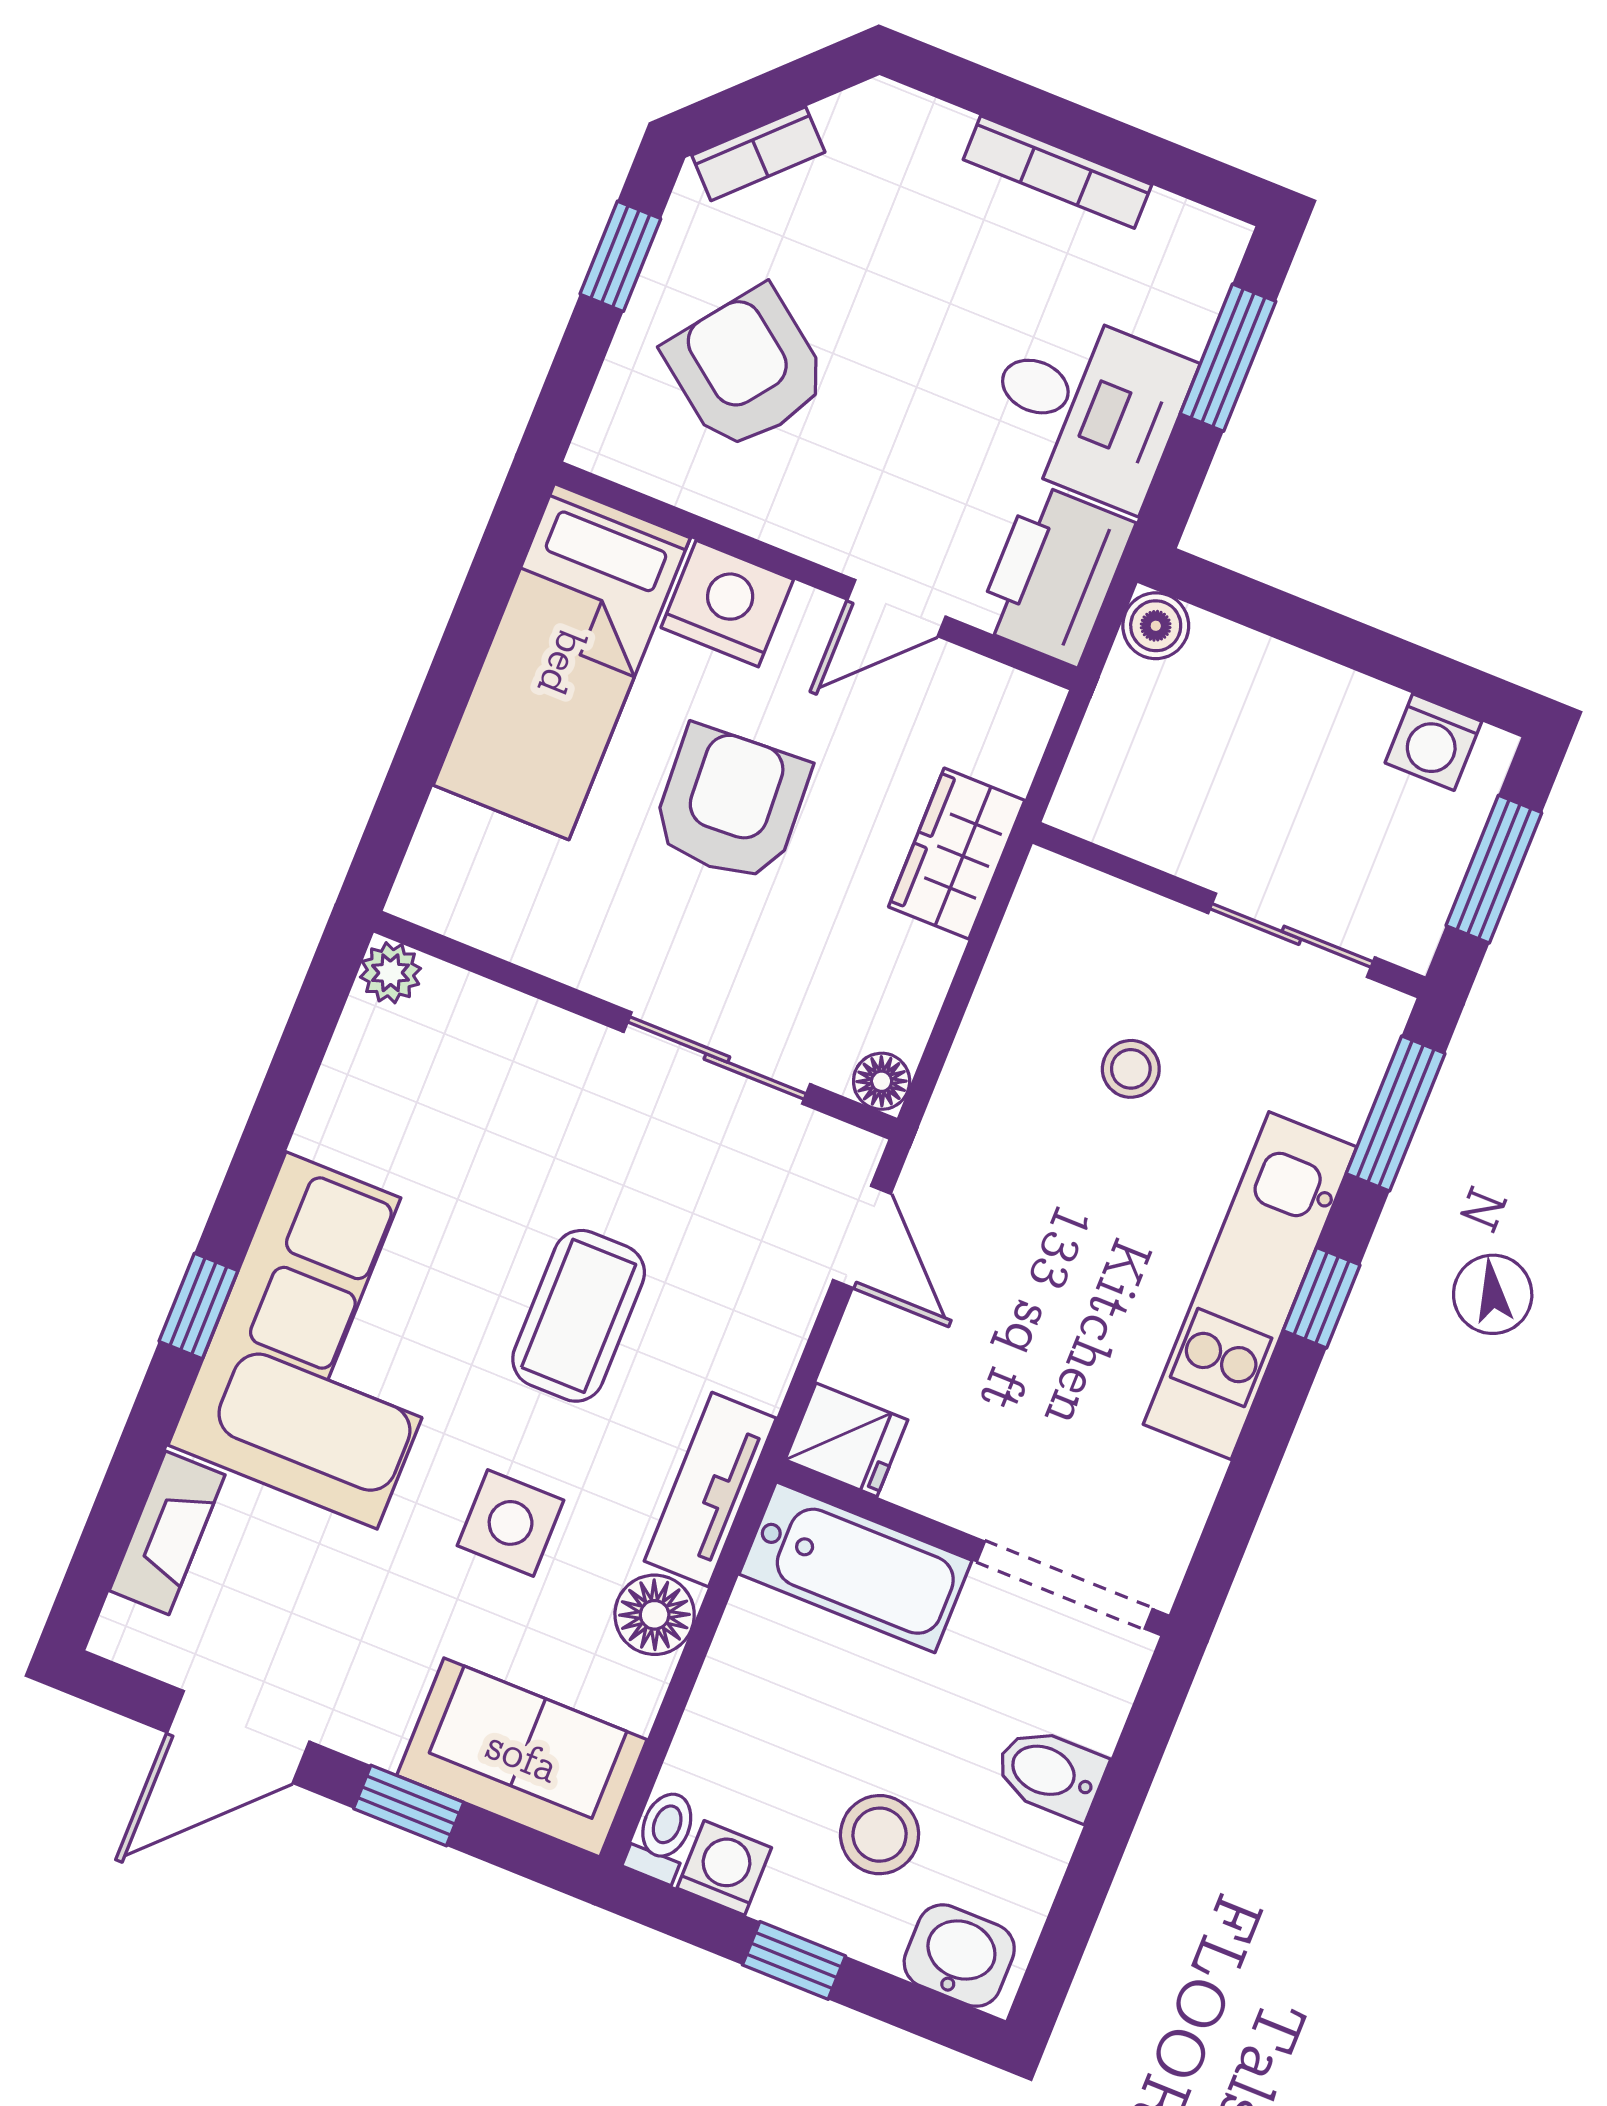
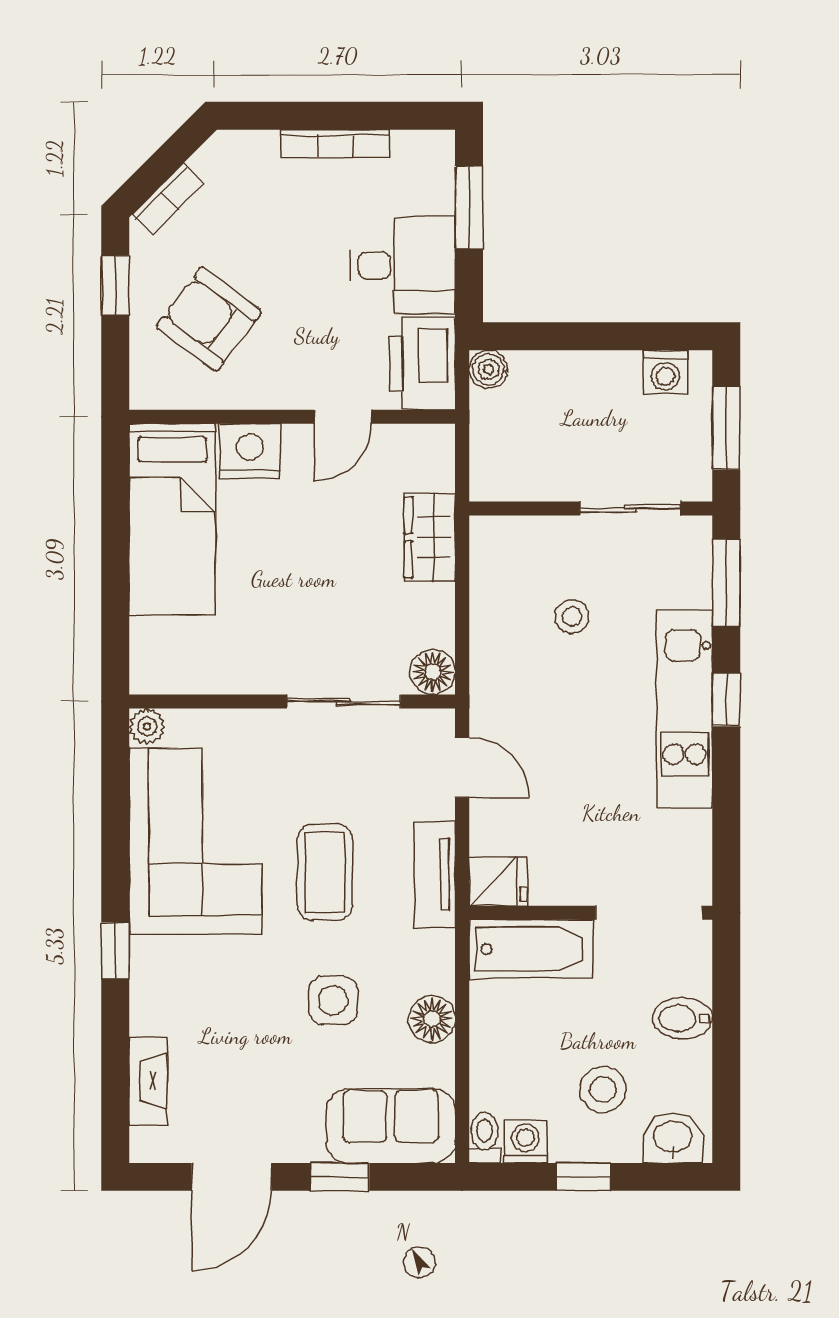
armchair: (731, 804) -> (296, 560), removed
floor lamp: (882, 1081) -> (433, 672), width x1.37, depth x1.37
corner sofa: (332, 1340) -> (195, 841), moved
tv unit: (710, 1490) -> (435, 875), moved

